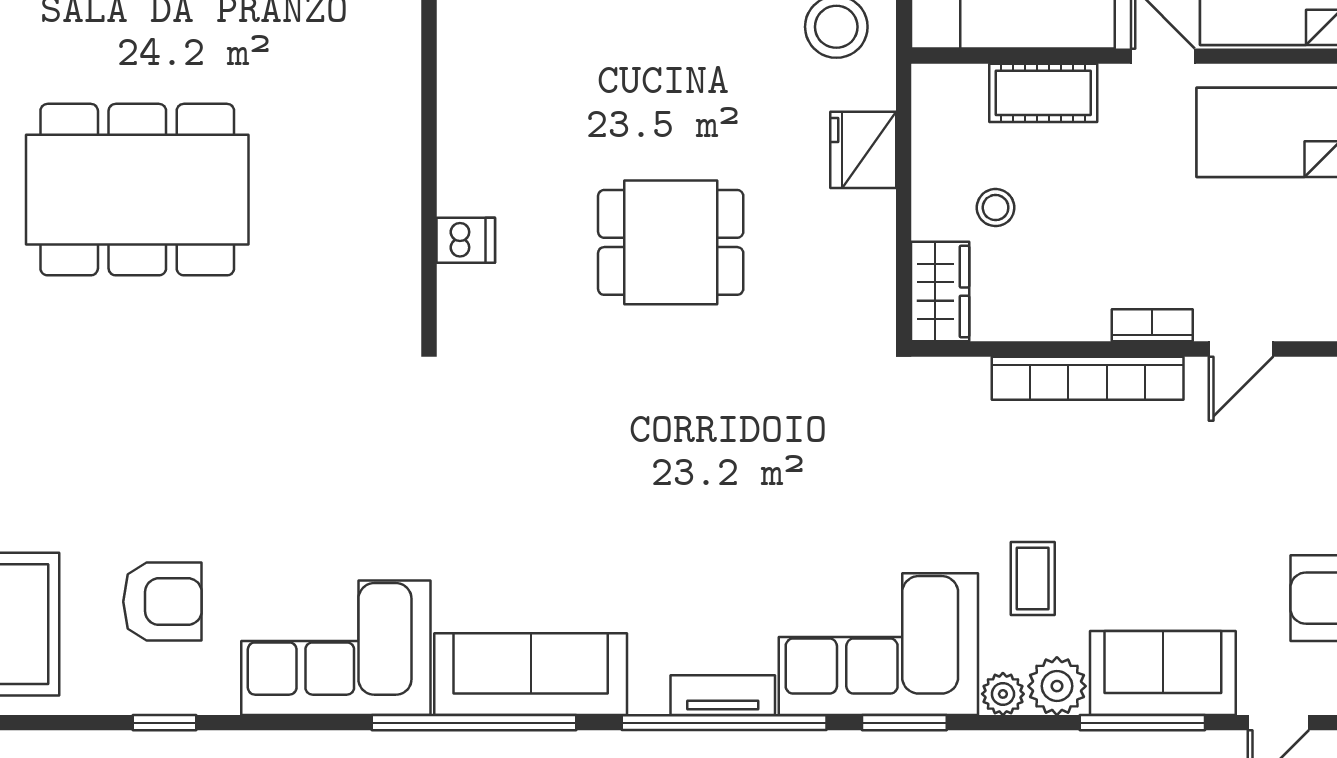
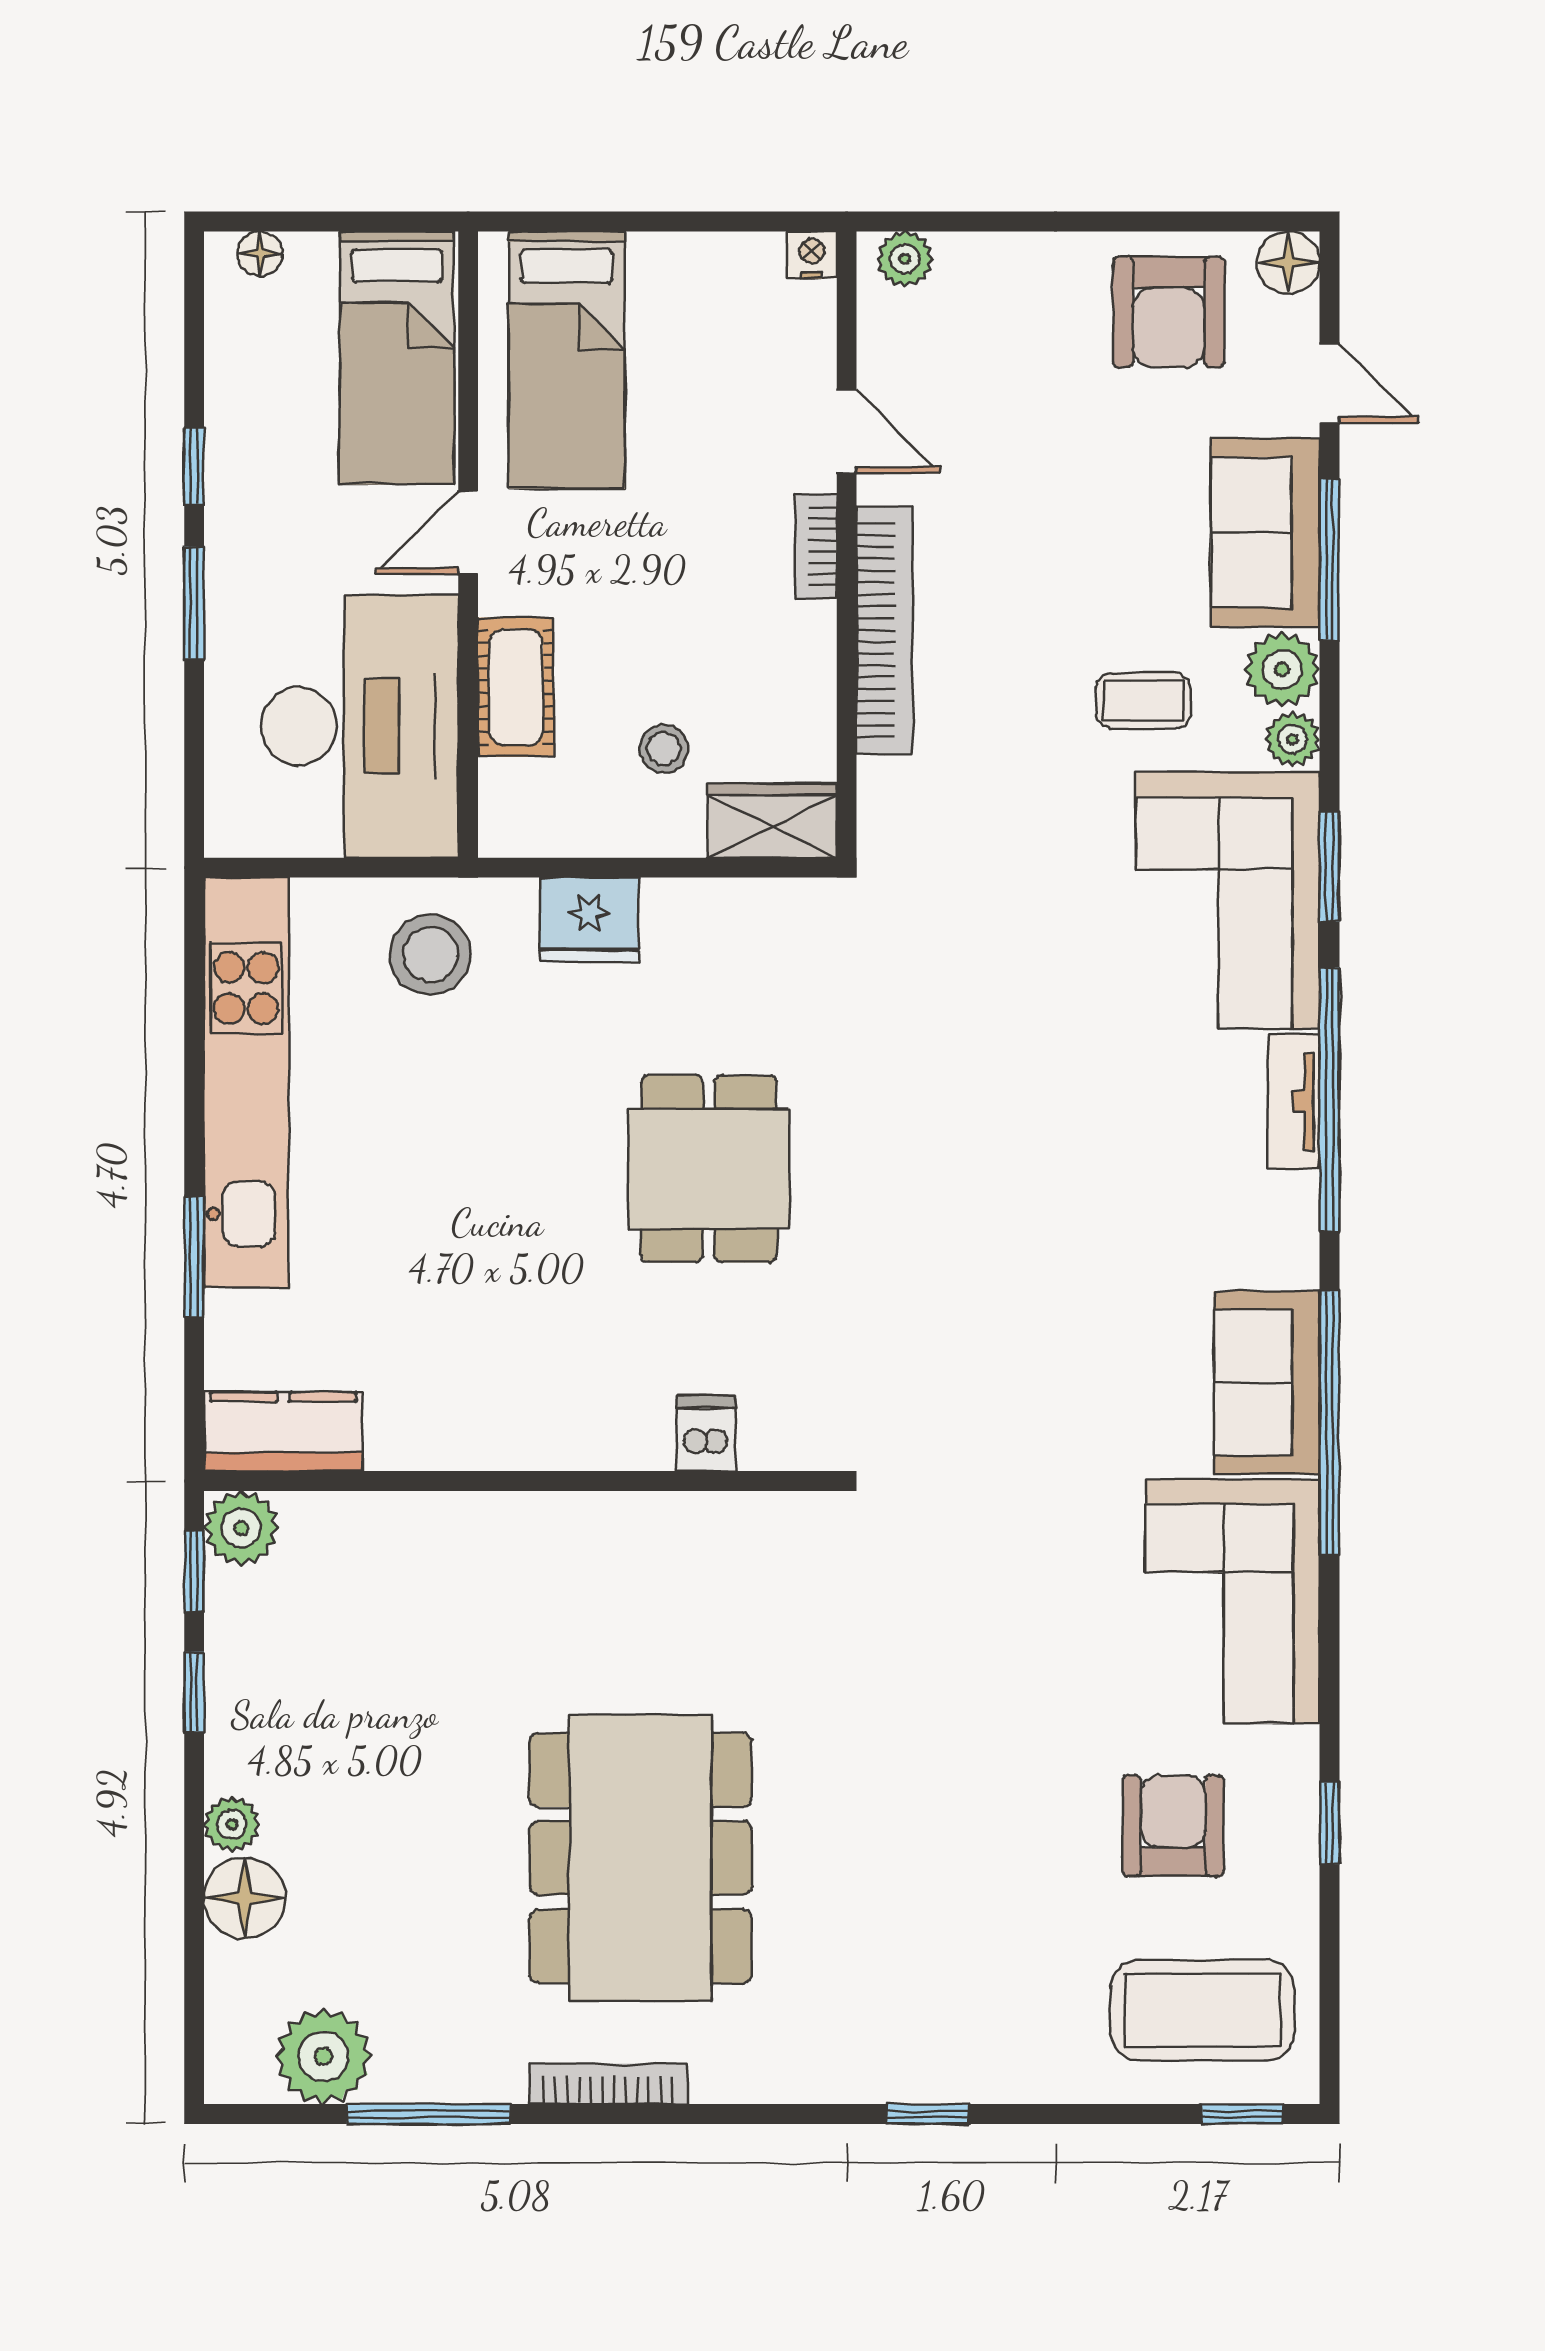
sofa: (531, 674) -> (1267, 1383), width x0.73

